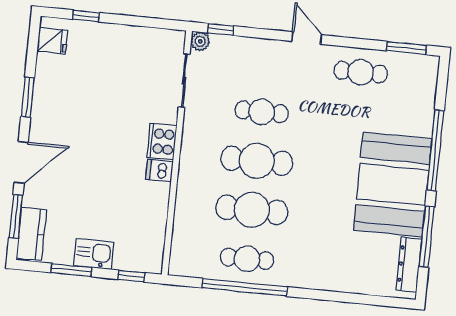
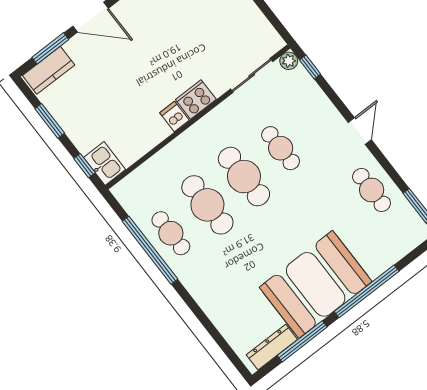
kitchen sink: (94, 254) -> (105, 163), moved

